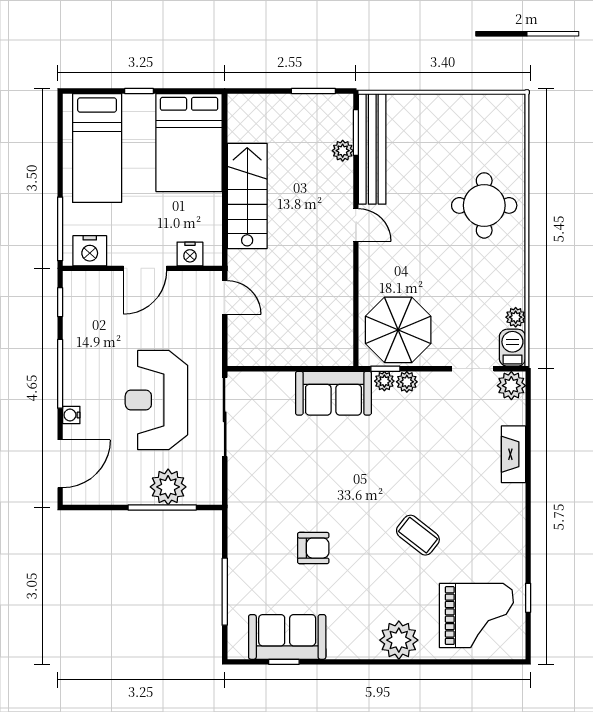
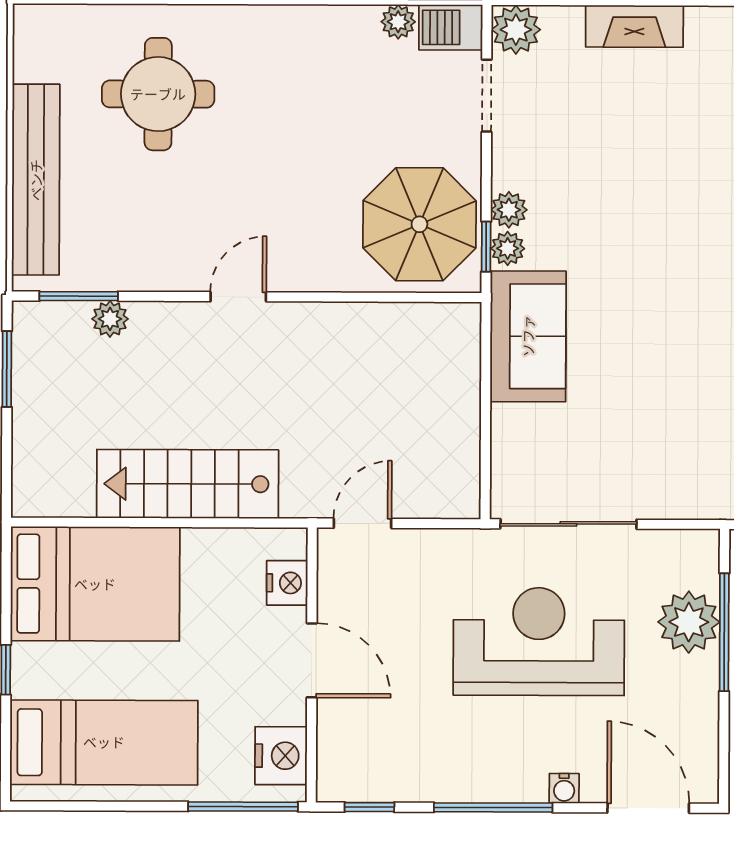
bench: (372, 149) -> (36, 180), moved, turned 90
round table: (484, 205) -> (158, 94), moved
reception desk: (156, 400) -> (539, 642), turned 180

